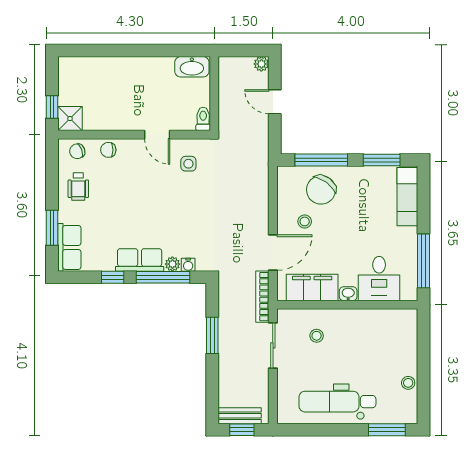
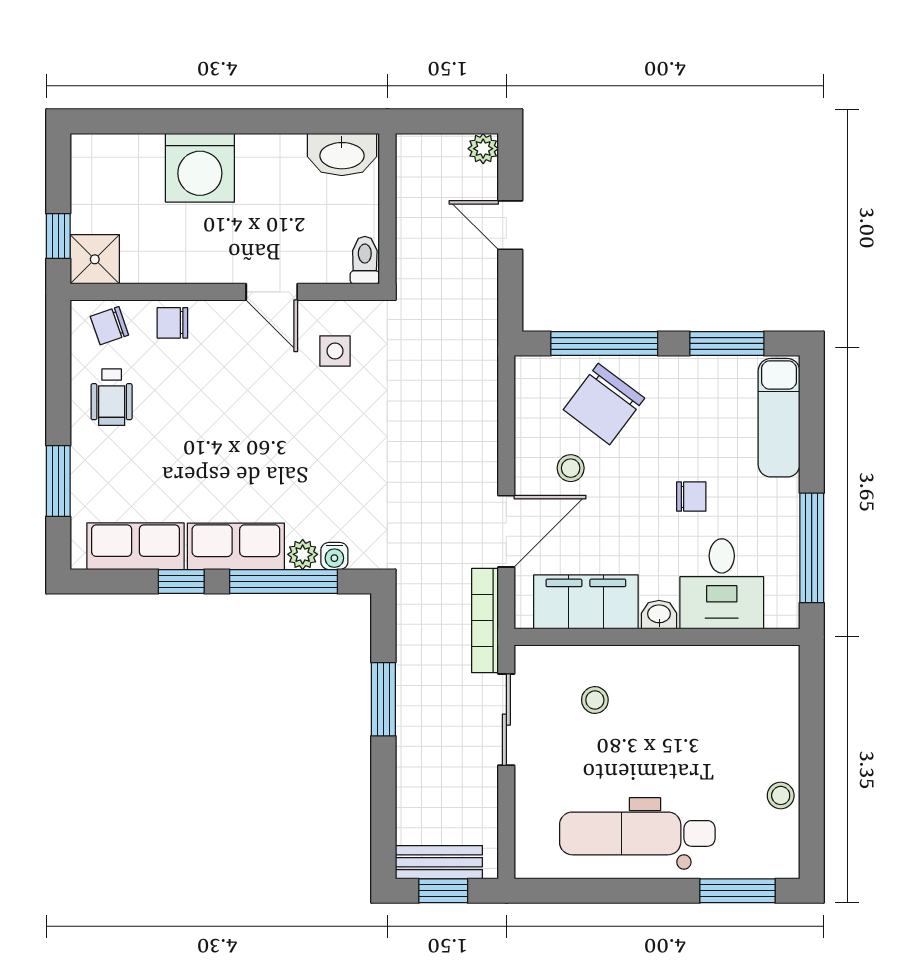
washing machine: (122, 73) -> (200, 168), added
chair: (364, 236) -> (691, 497), added
row of seats: (69, 247) -> (136, 546), moved, turned -90

